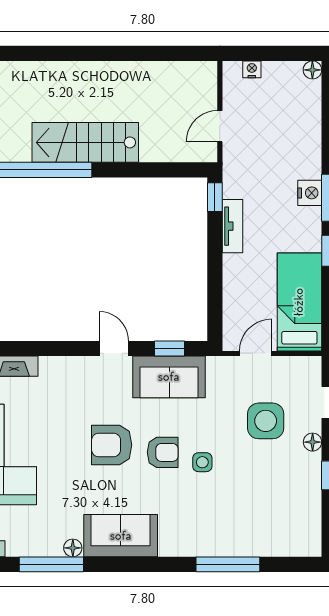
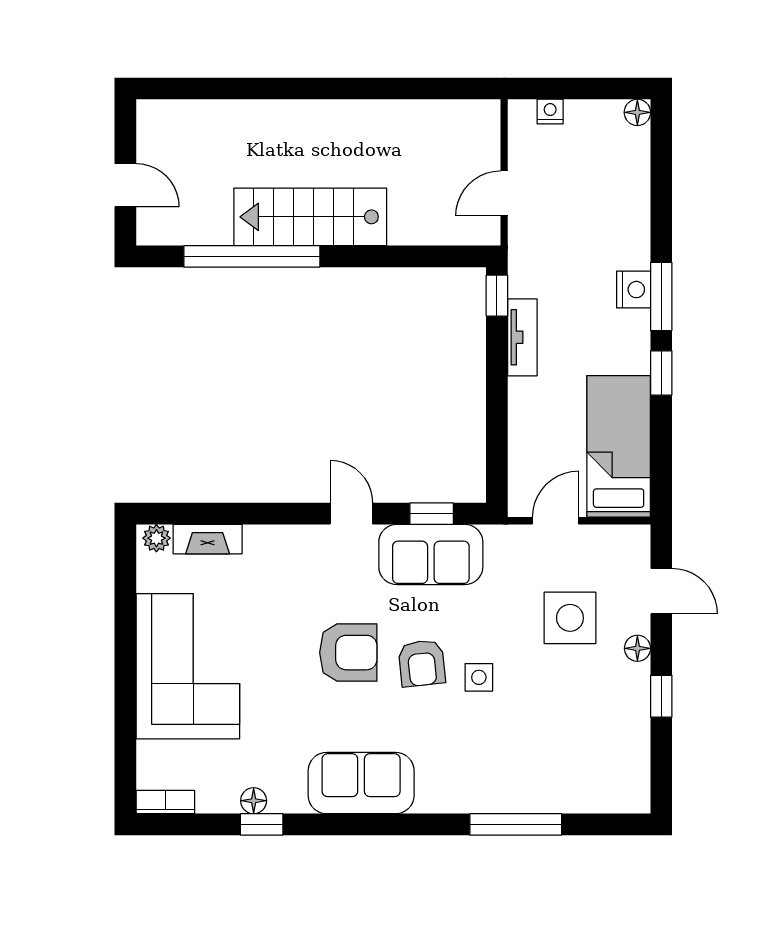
armchair: (112, 445) -> (348, 653), turned 180
armchair: (163, 452) -> (422, 663), turned 84
floor lamp: (73, 548) -> (254, 801), moved
window: (51, 564) -> (262, 824), width x0.46

